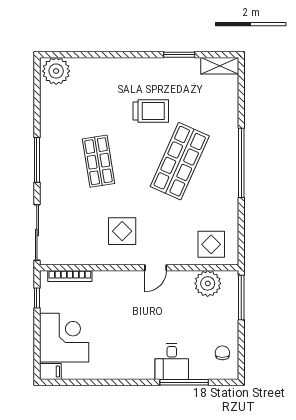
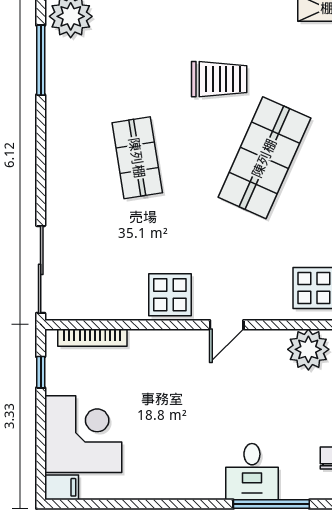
window: (37, 160) -> (41, 60), moved
display table: (122, 231) -> (170, 295), moved

